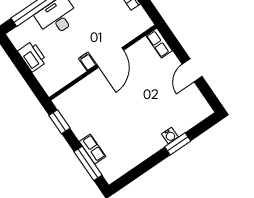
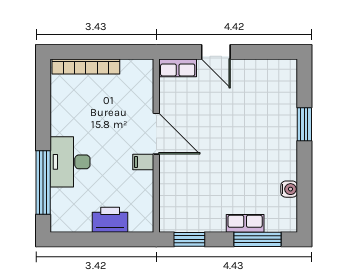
printer: (32, 56) -> (110, 220), moved
door: (192, 70) -> (216, 52), moved
water cooler: (170, 136) -> (289, 189), moved

